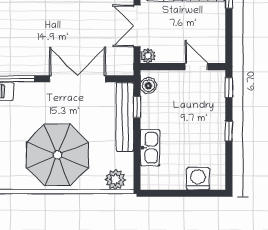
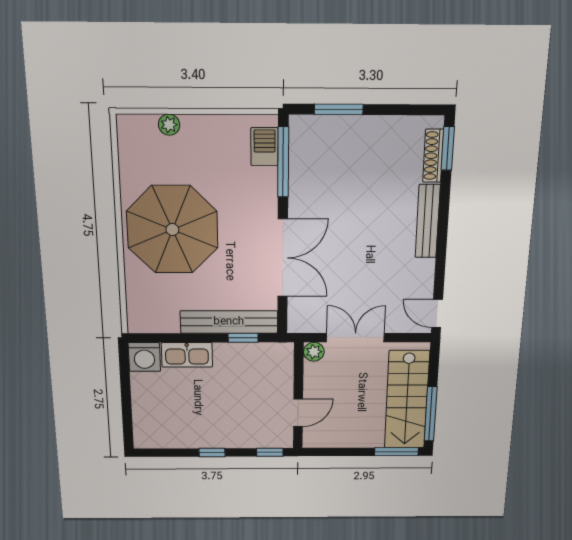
boiler: (148, 86) -> (273, 353), removed
washing machine: (198, 179) -> (144, 357), moved, turned 90
plant: (115, 180) -> (140, 309), removed

